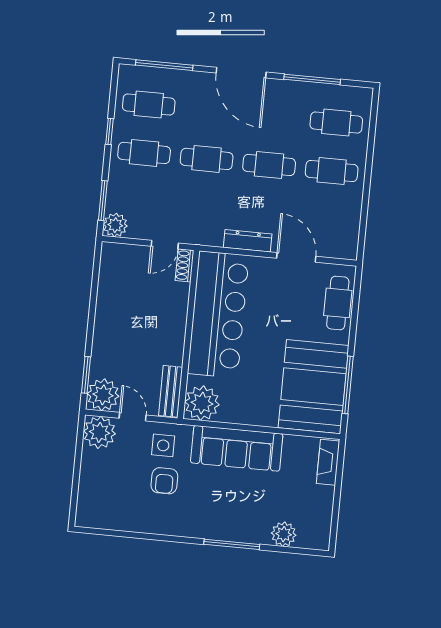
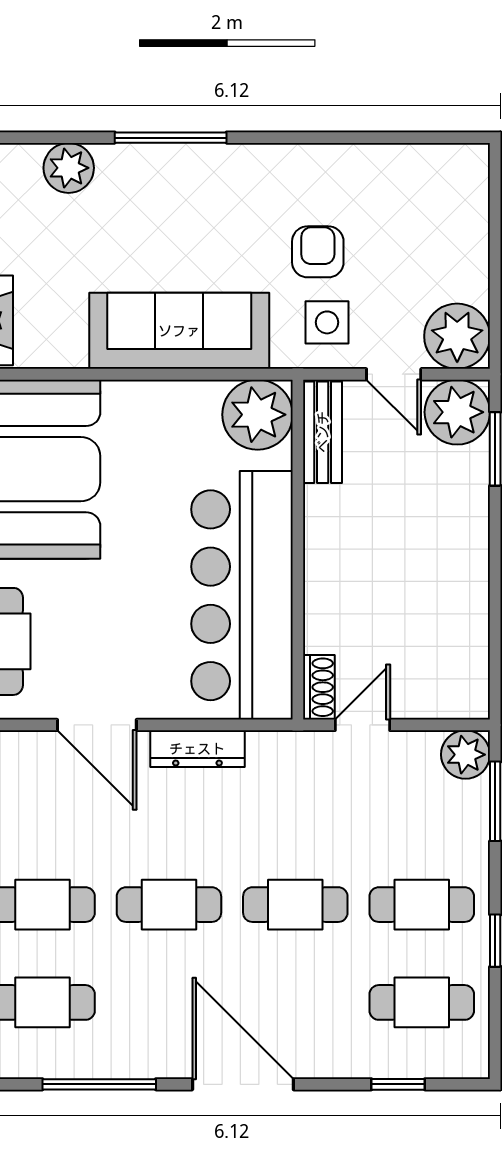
window: (164, 65) -> (398, 1084), width x0.46

